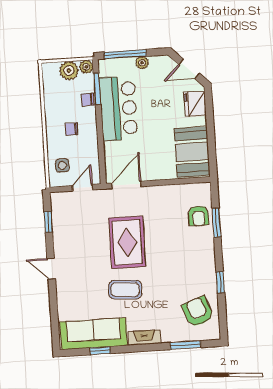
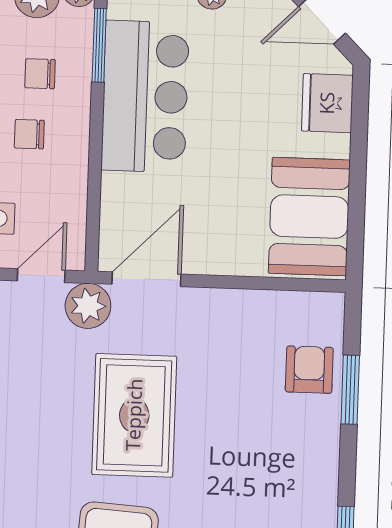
chair: (88, 100) -> (40, 74), moved
plant: (103, 198) -> (88, 306), added
armchair: (198, 216) -> (309, 370), turned 180

